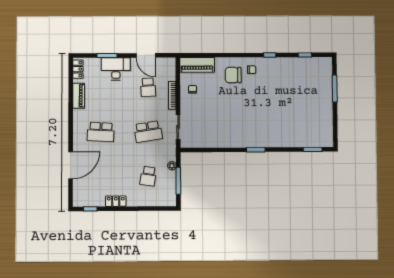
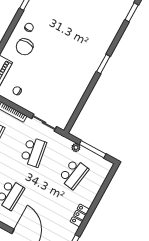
school desk: (148, 176) -> (73, 174), width x1.85

